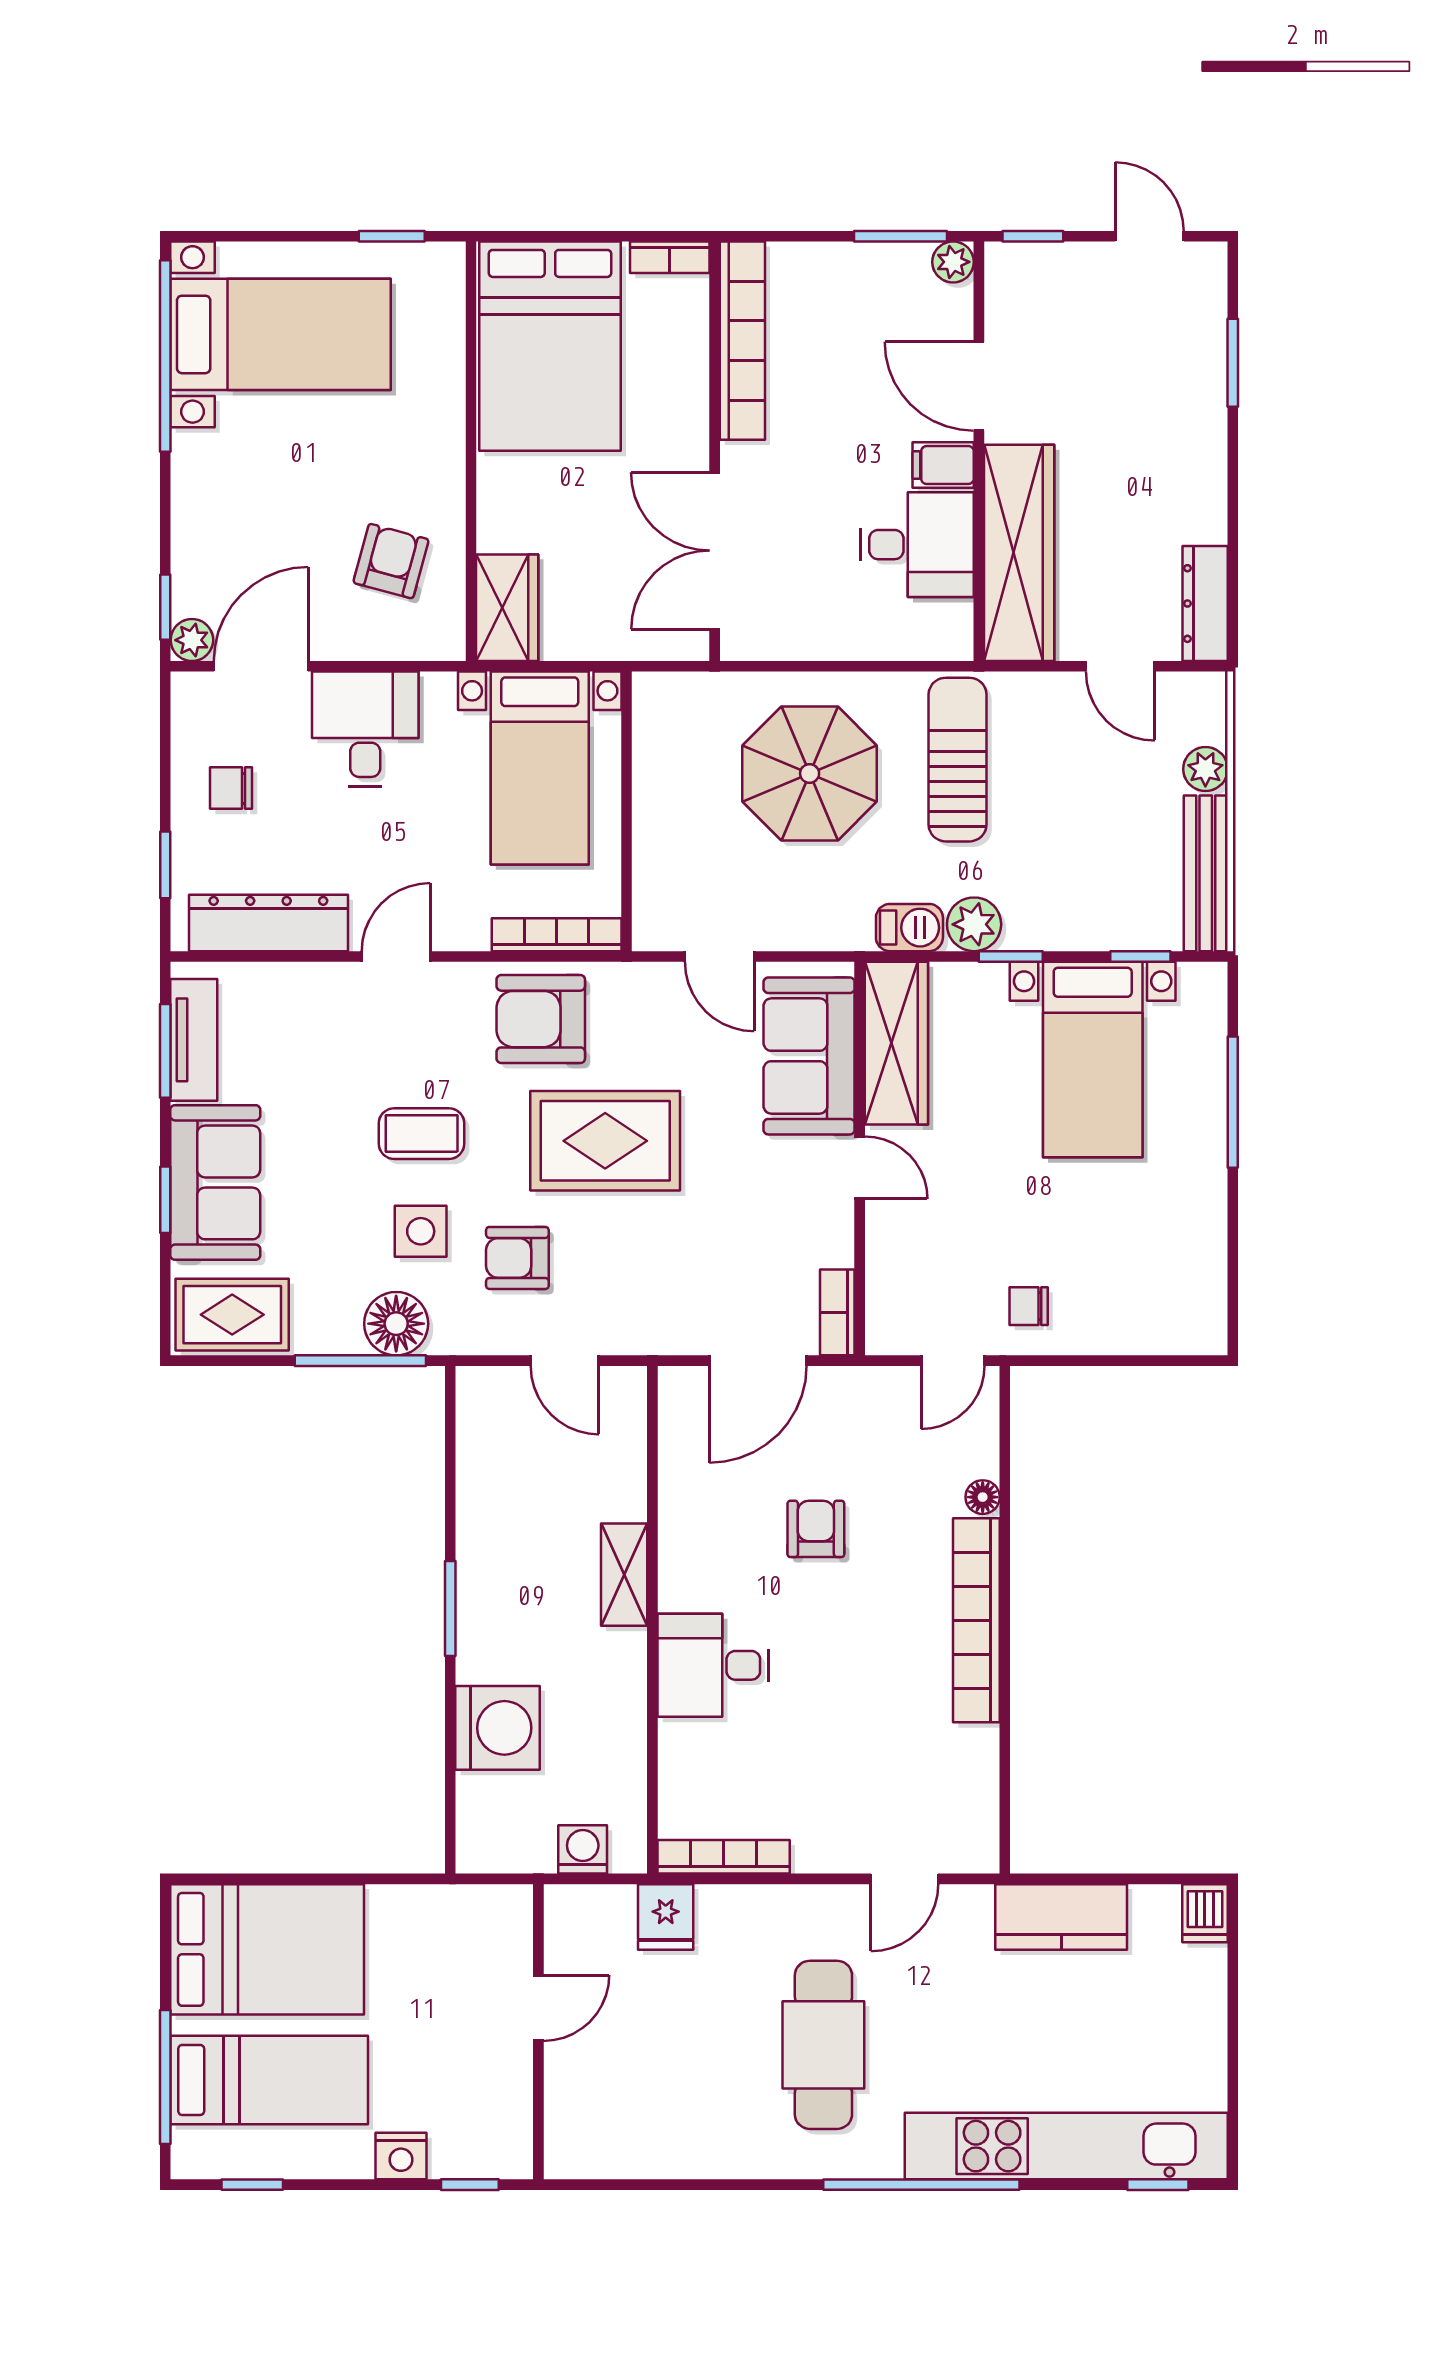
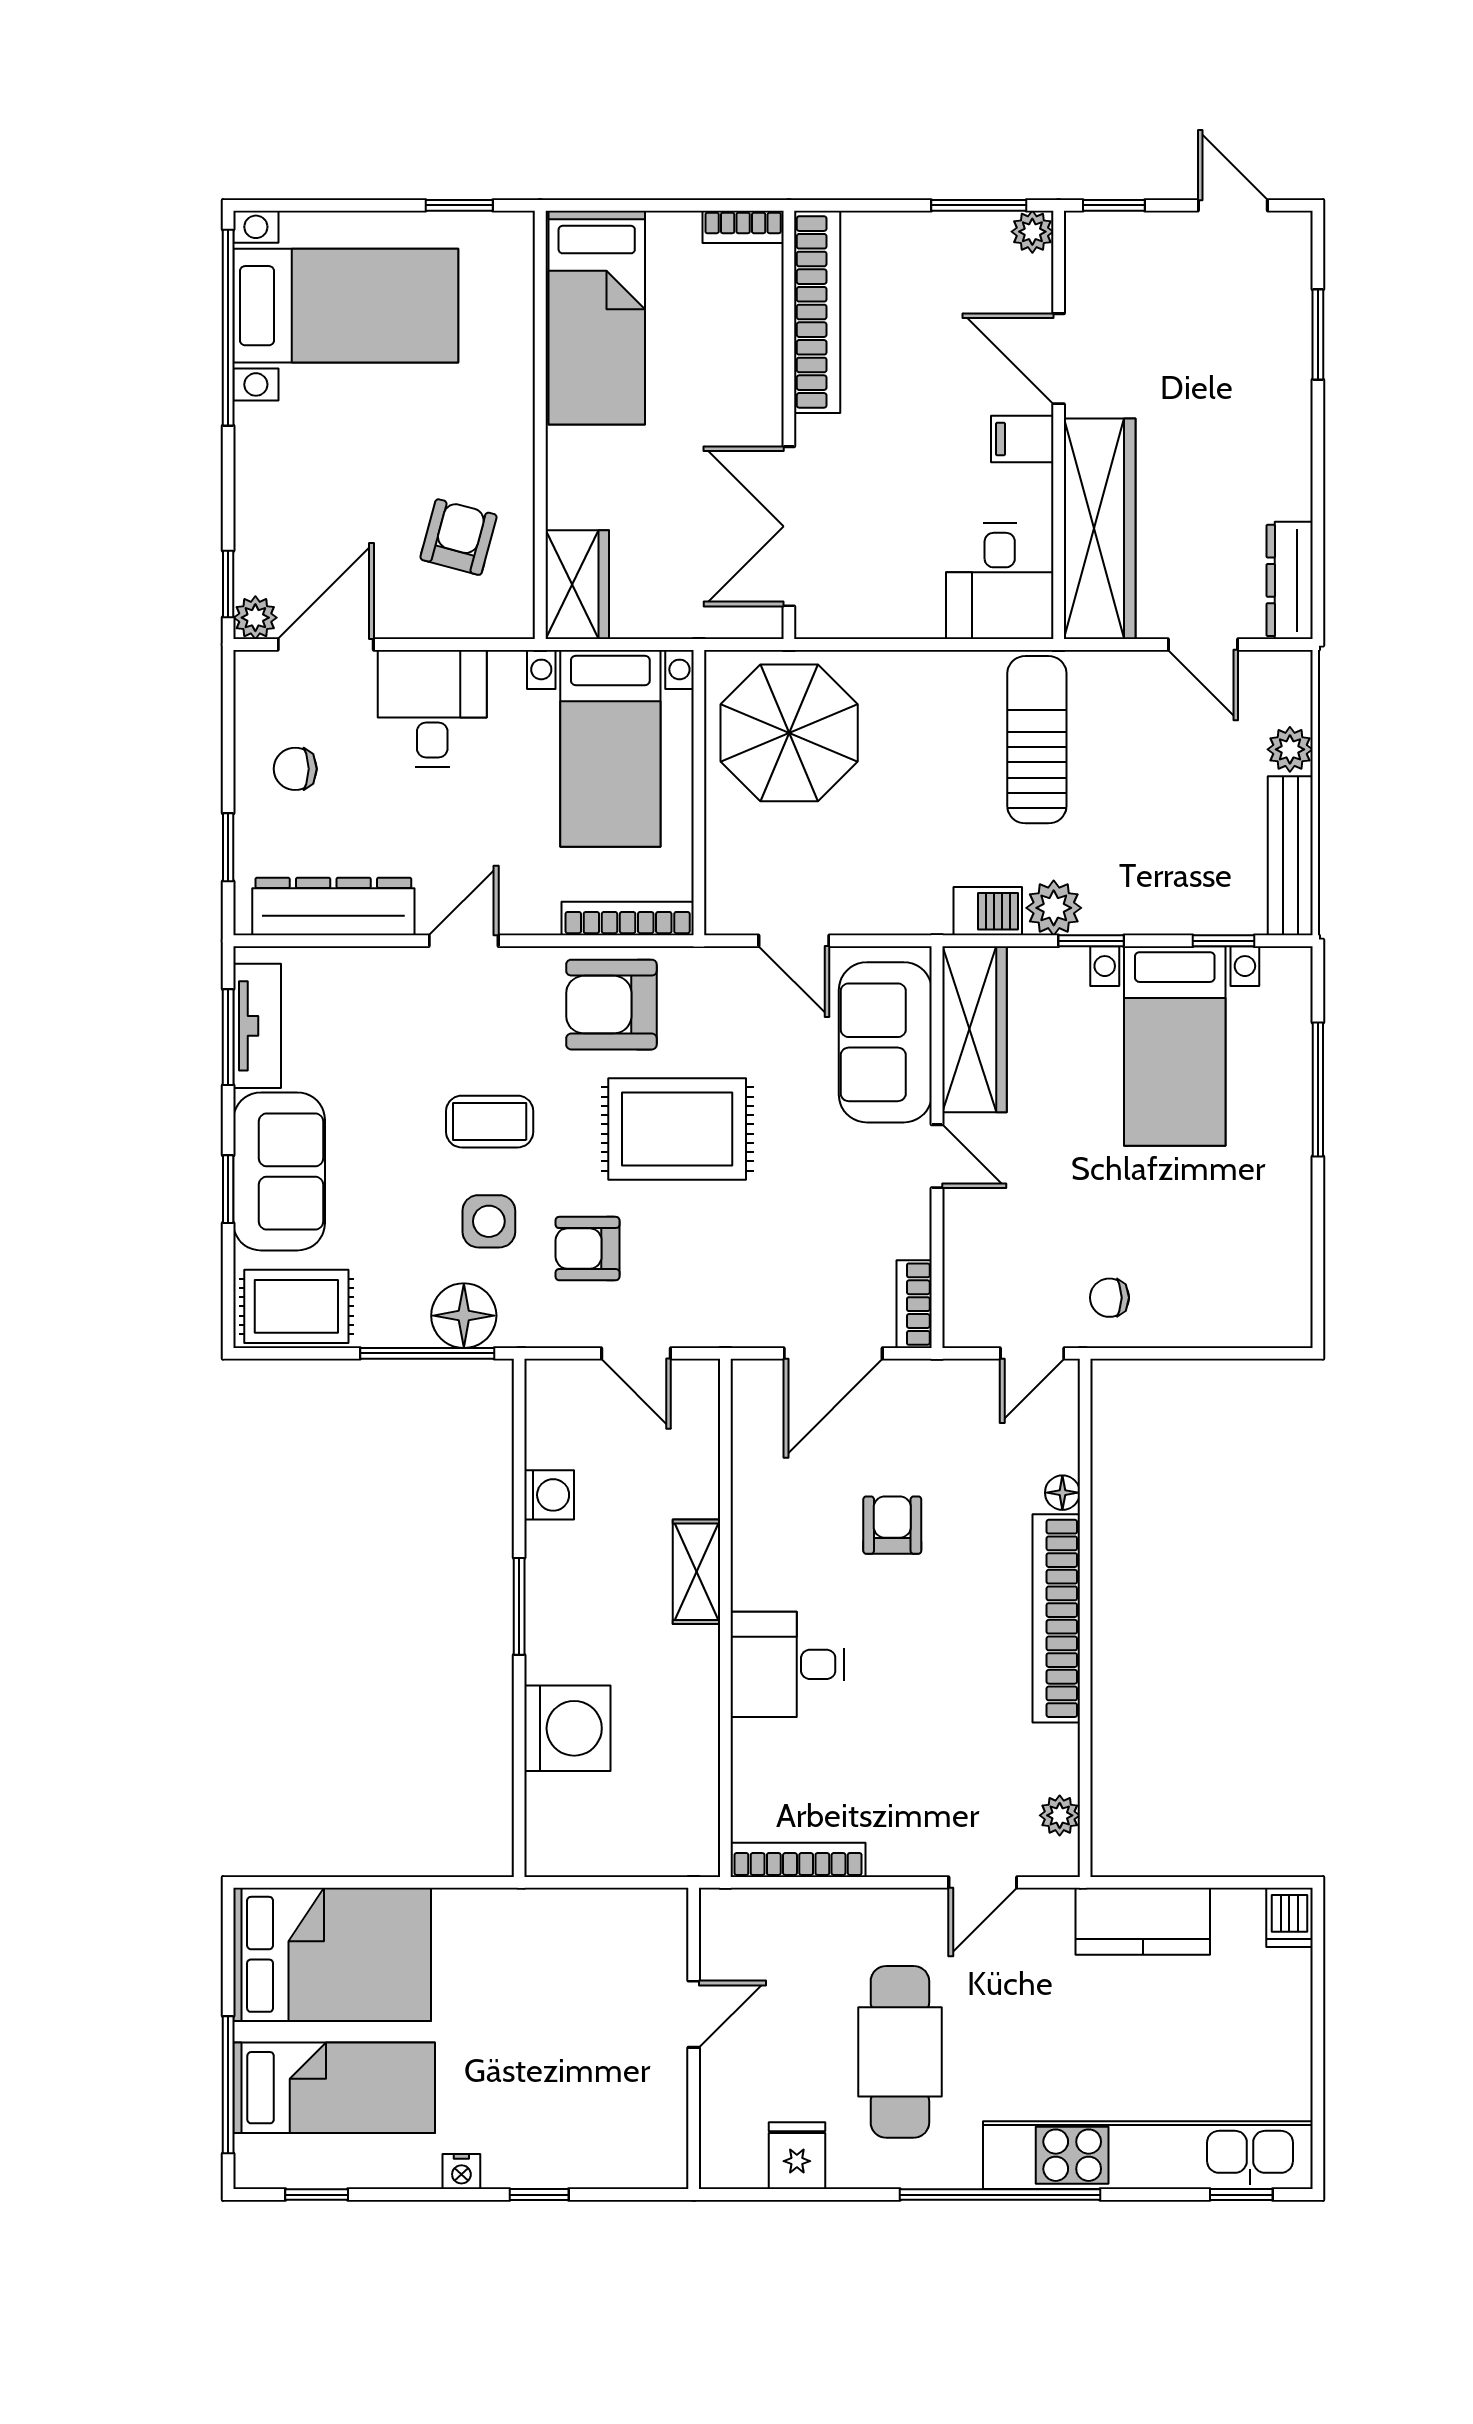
bed: (550, 346) -> (597, 318), width x0.67
desk: (917, 545) -> (1000, 581), moved, turned 90
parasol: (810, 773) -> (789, 733), moved
plant: (980, 1813) -> (1060, 1815), added
washing machine: (583, 1849) -> (549, 1495), moved, turned 90
fridge: (666, 1917) -> (797, 2156), moved, turned 180
door: (538, 2008) -> (694, 2014), moved
wall: (538, 2032) -> (694, 2038), moved
nightstand: (401, 2156) -> (461, 2172), width x0.72, depth x0.74

